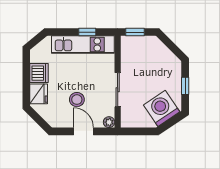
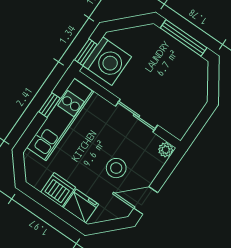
window: (185, 86) -> (184, 38), width x2.17
washing machine: (162, 108) -> (107, 61), moved, turned -146
door: (84, 131) -> (146, 200), moved

